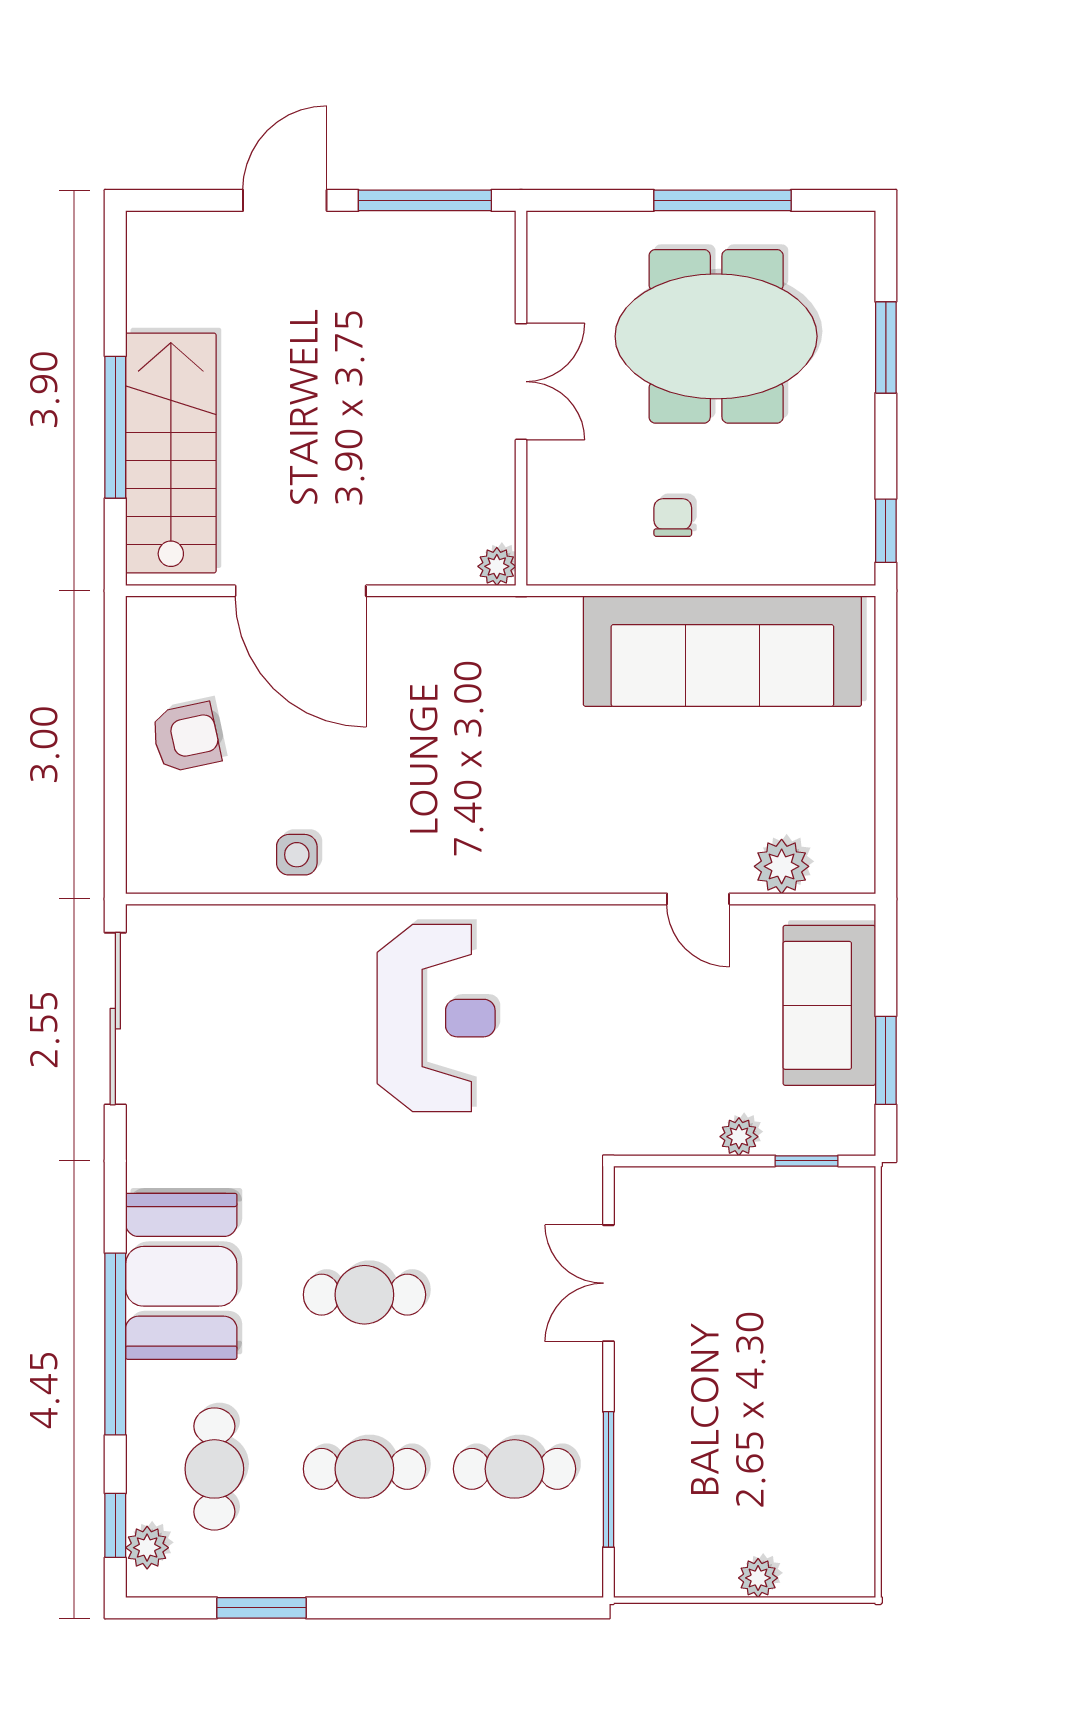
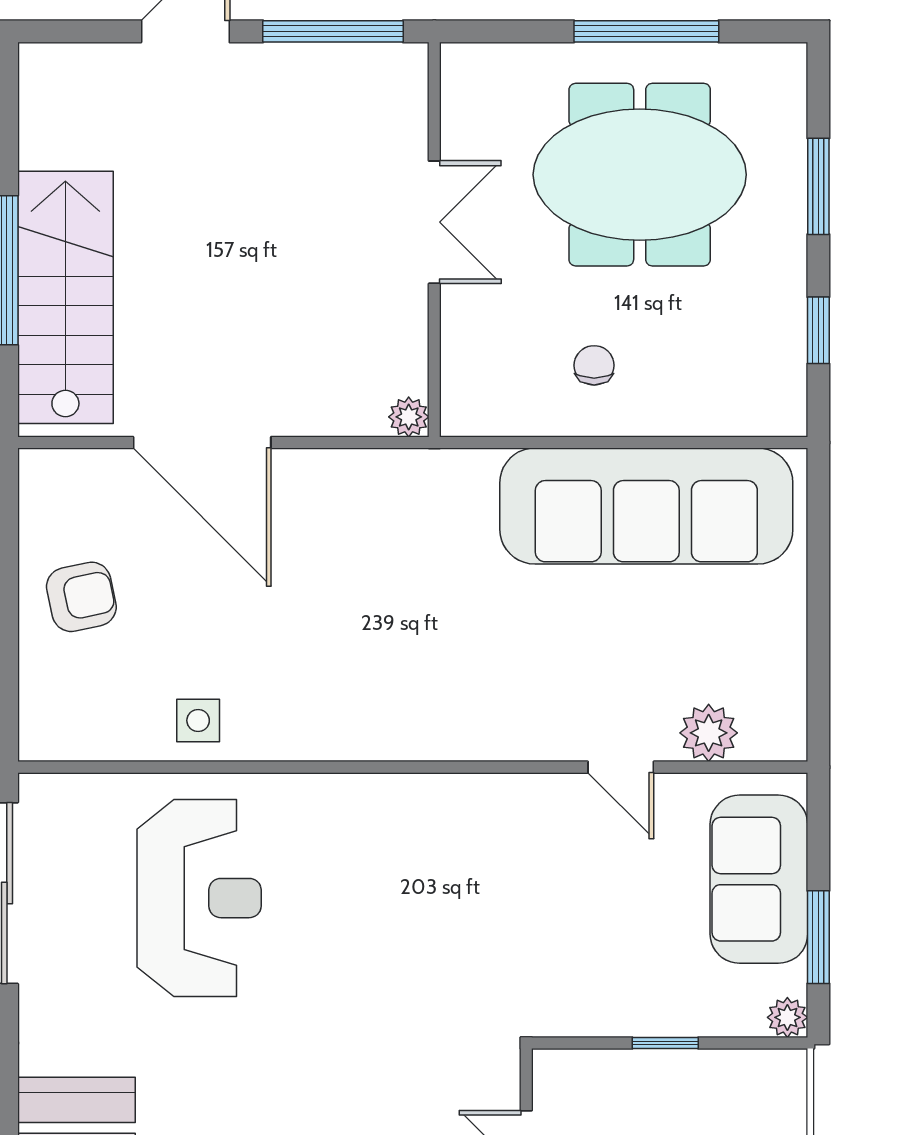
window: (886, 531) -> (818, 330), moved
reception desk: (436, 1018) -> (199, 898), moved
plant: (739, 1137) -> (787, 1017), moved
window: (807, 1161) -> (665, 1043), moved

